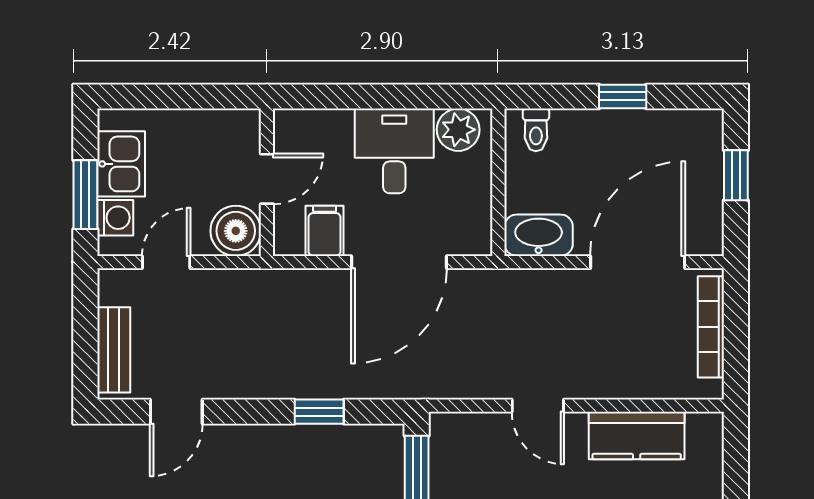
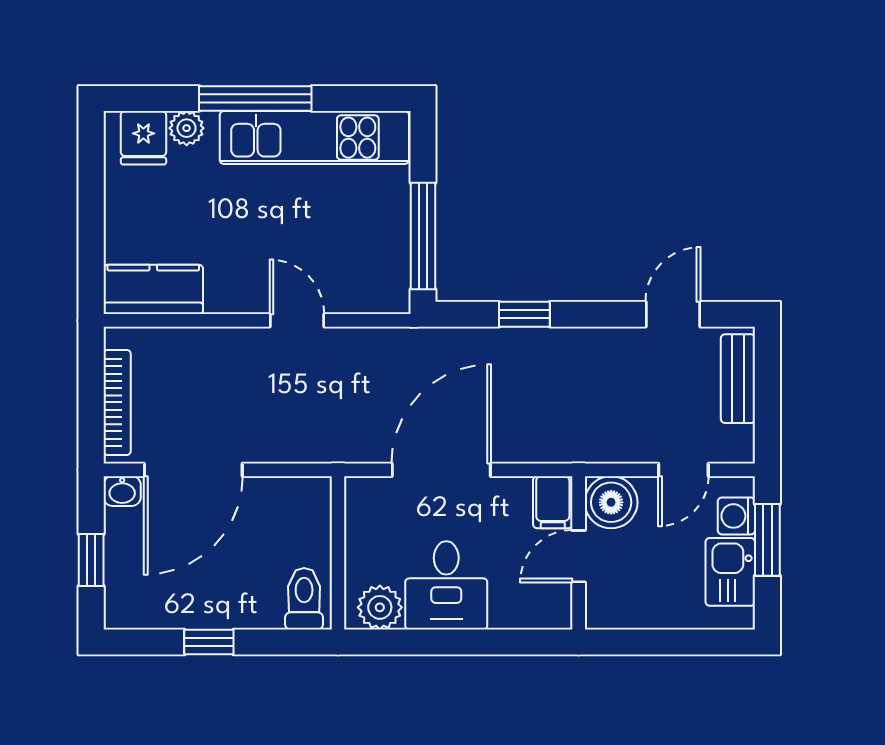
toilet: (536, 130) -> (304, 599), width x1.37, depth x1.39
filing cabinet: (325, 231) -> (553, 502), moved
washbasin: (539, 235) -> (122, 491), moved, width x0.52, depth x0.69
kitchen counter: (637, 436) -> (153, 289), moved

